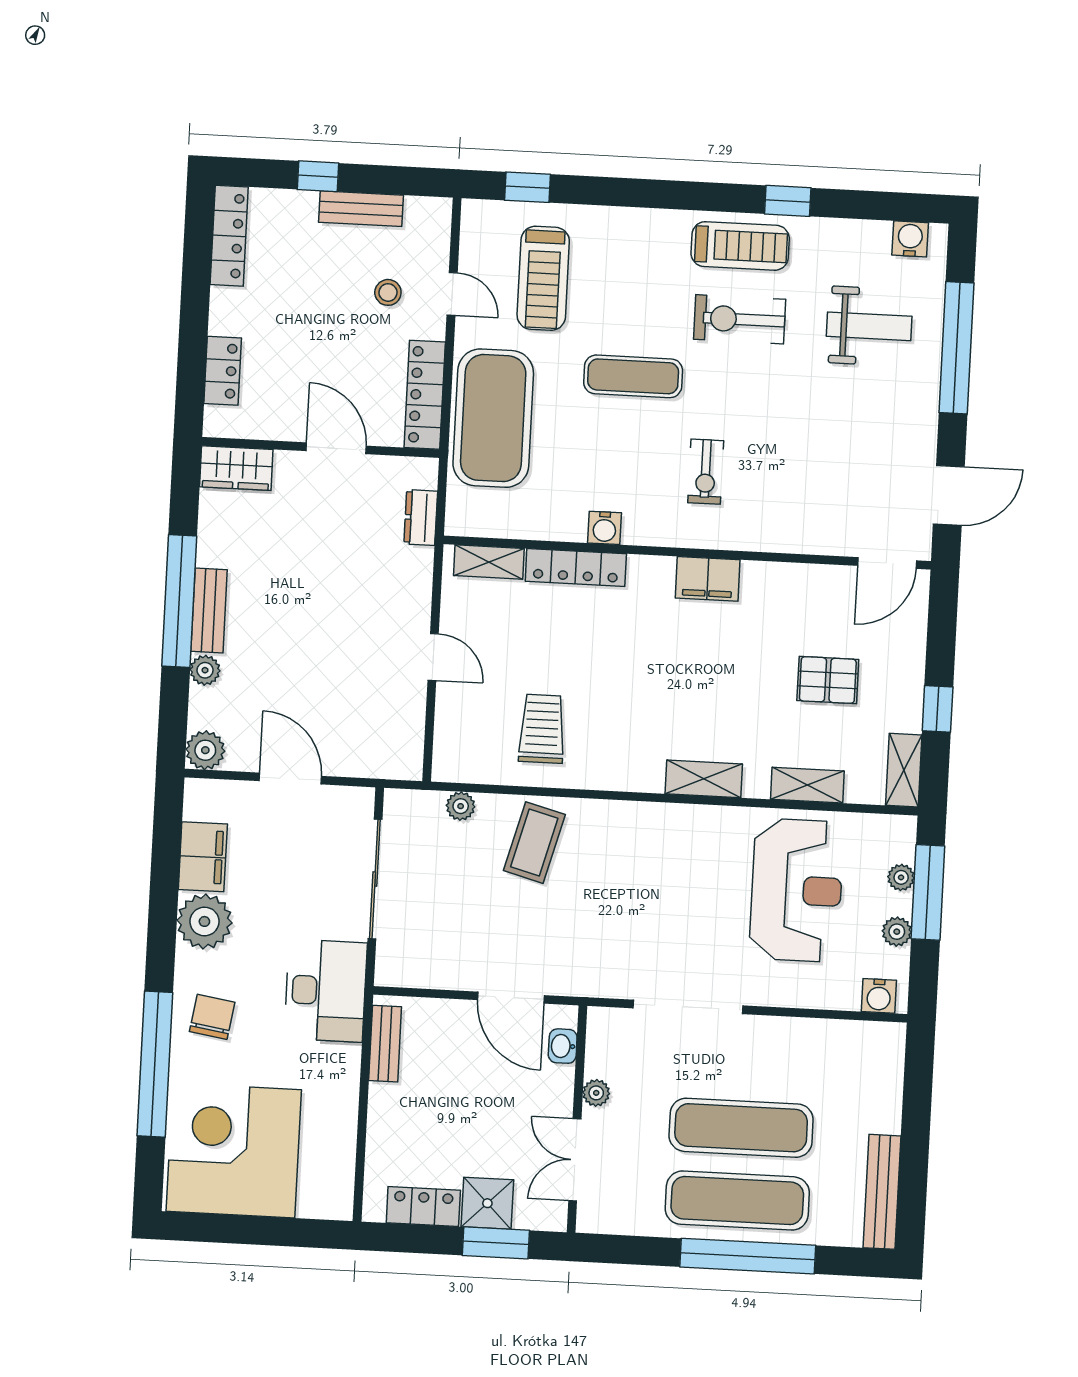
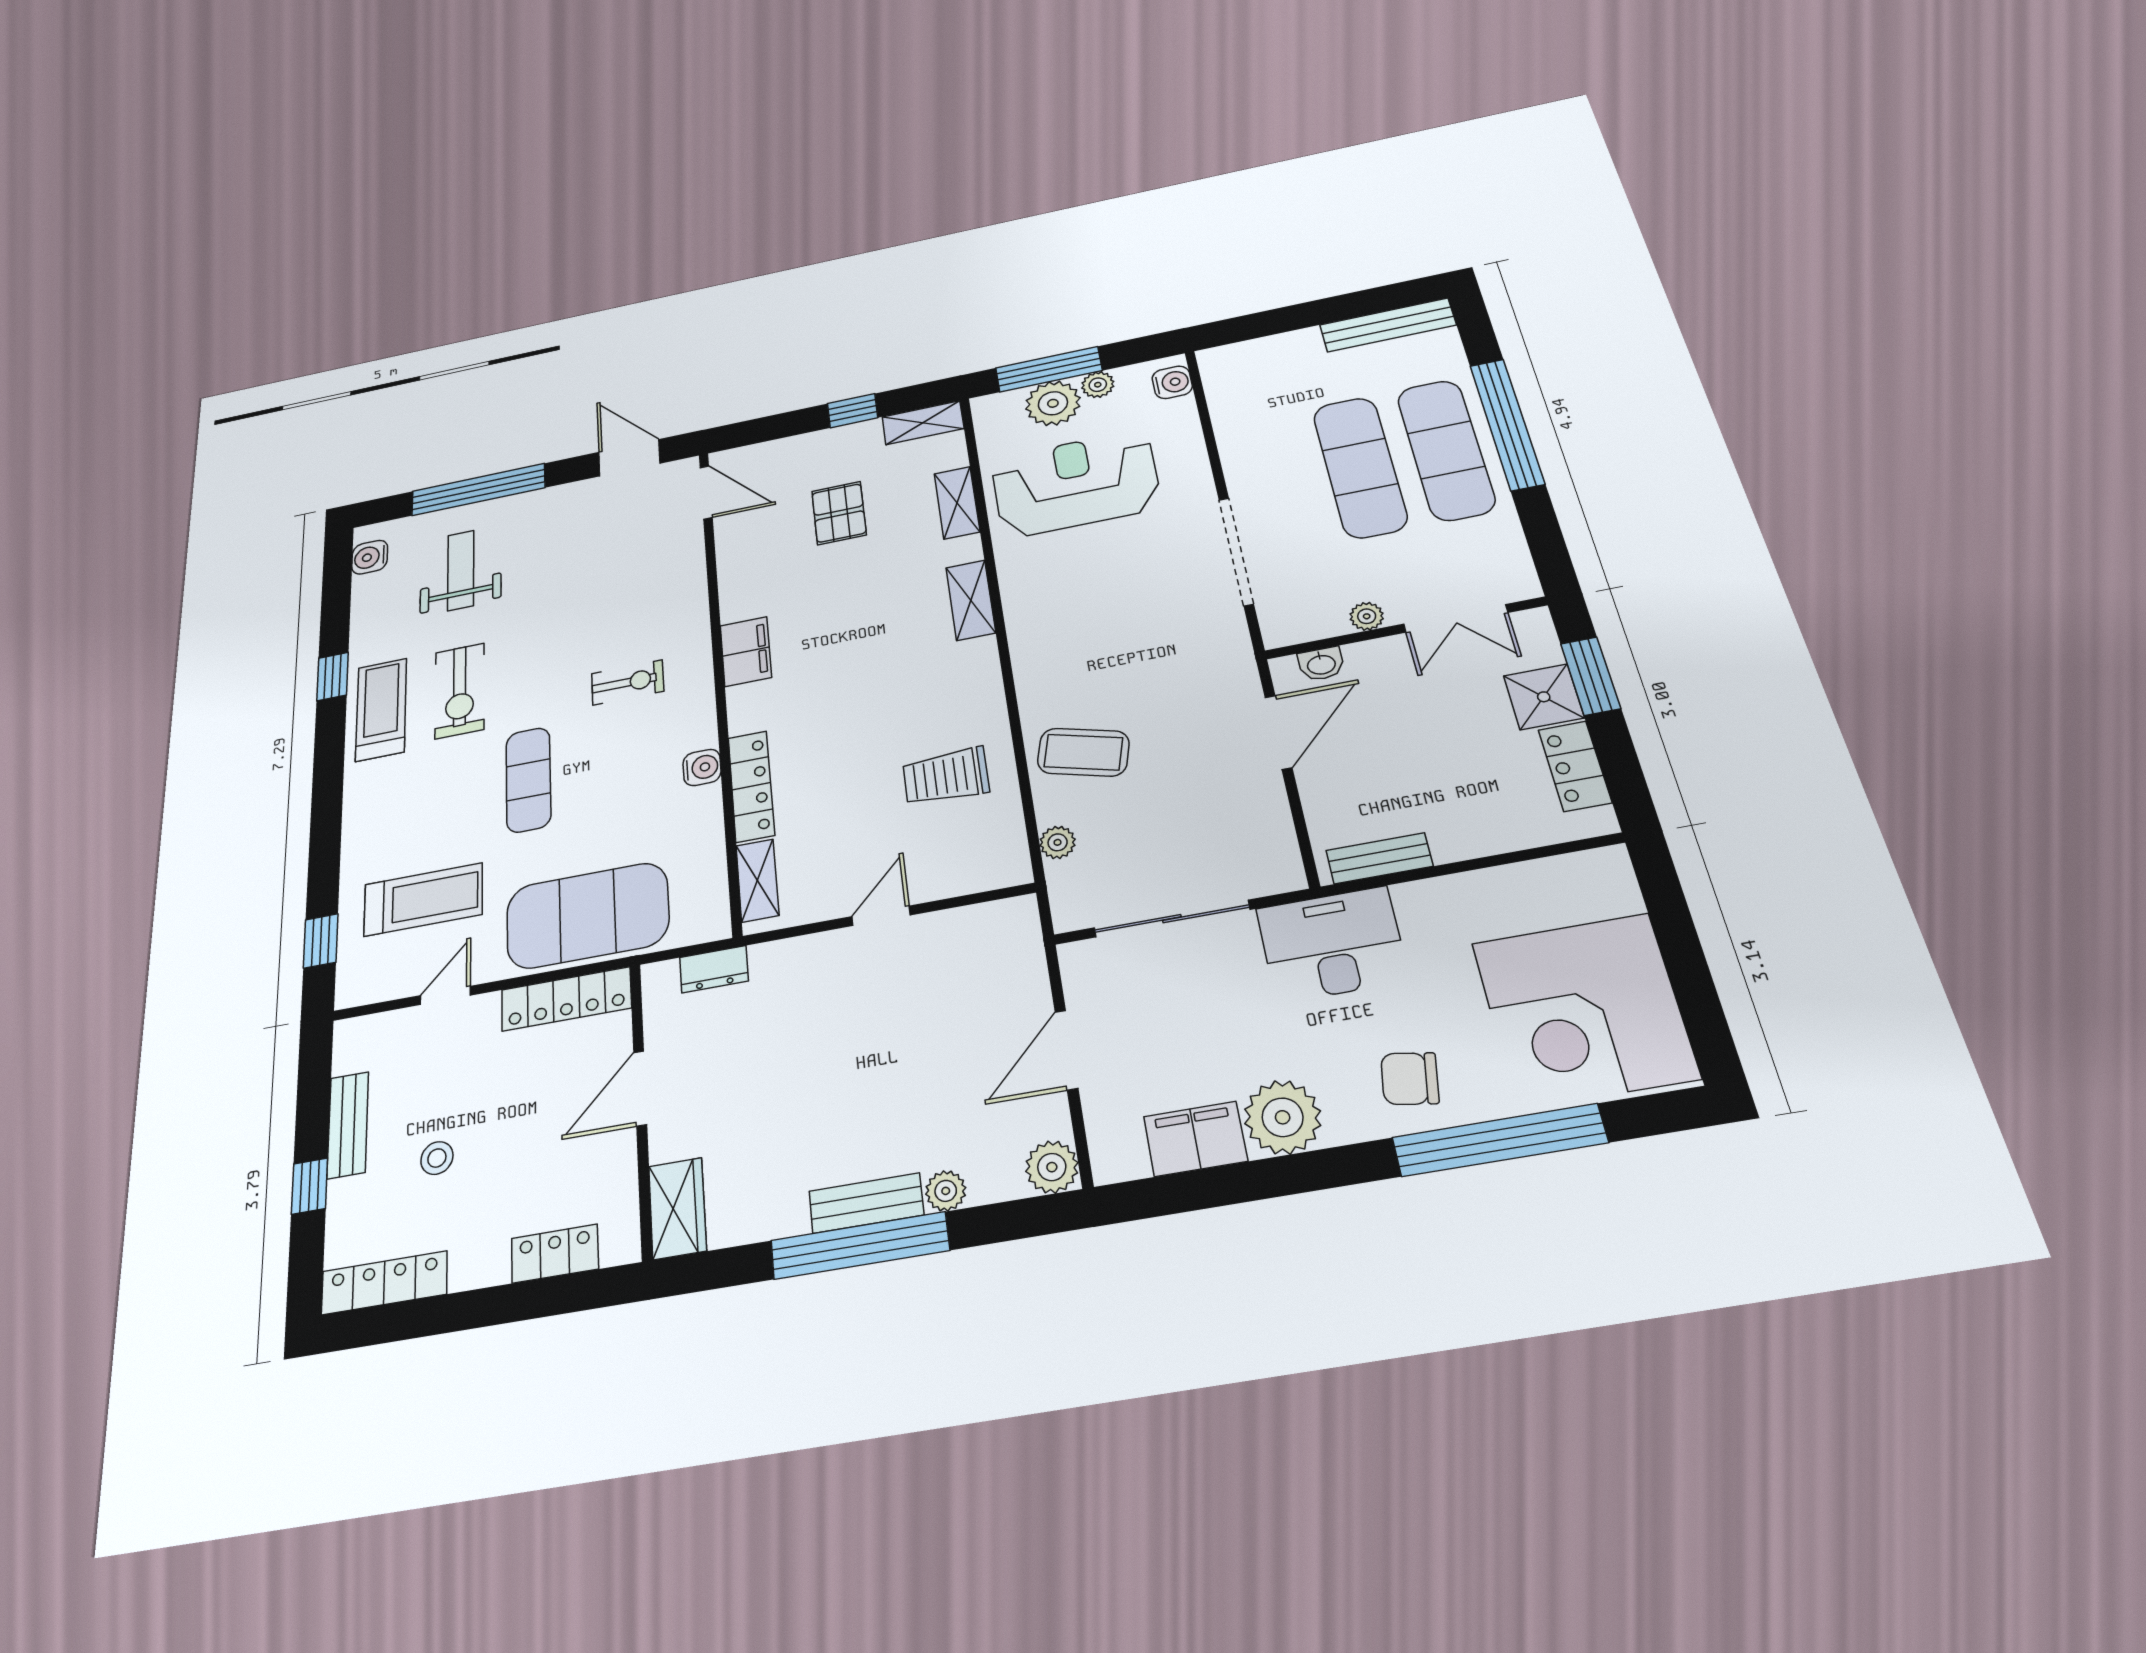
stool: (388, 292) -> (437, 1158), moved
plant: (901, 877) -> (1053, 403), width x1.87, depth x1.87

